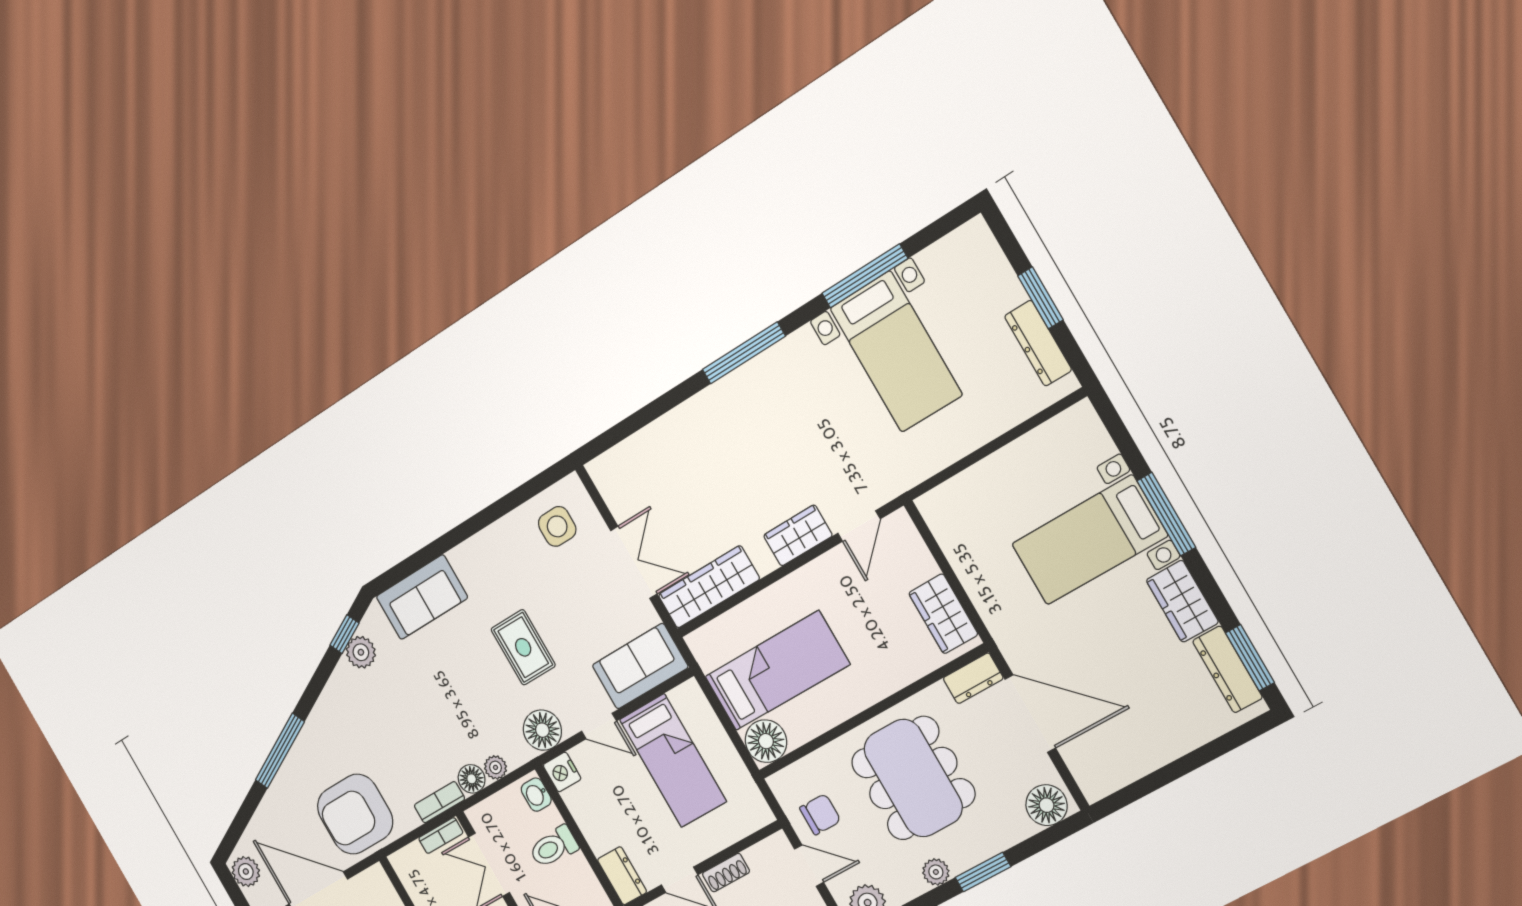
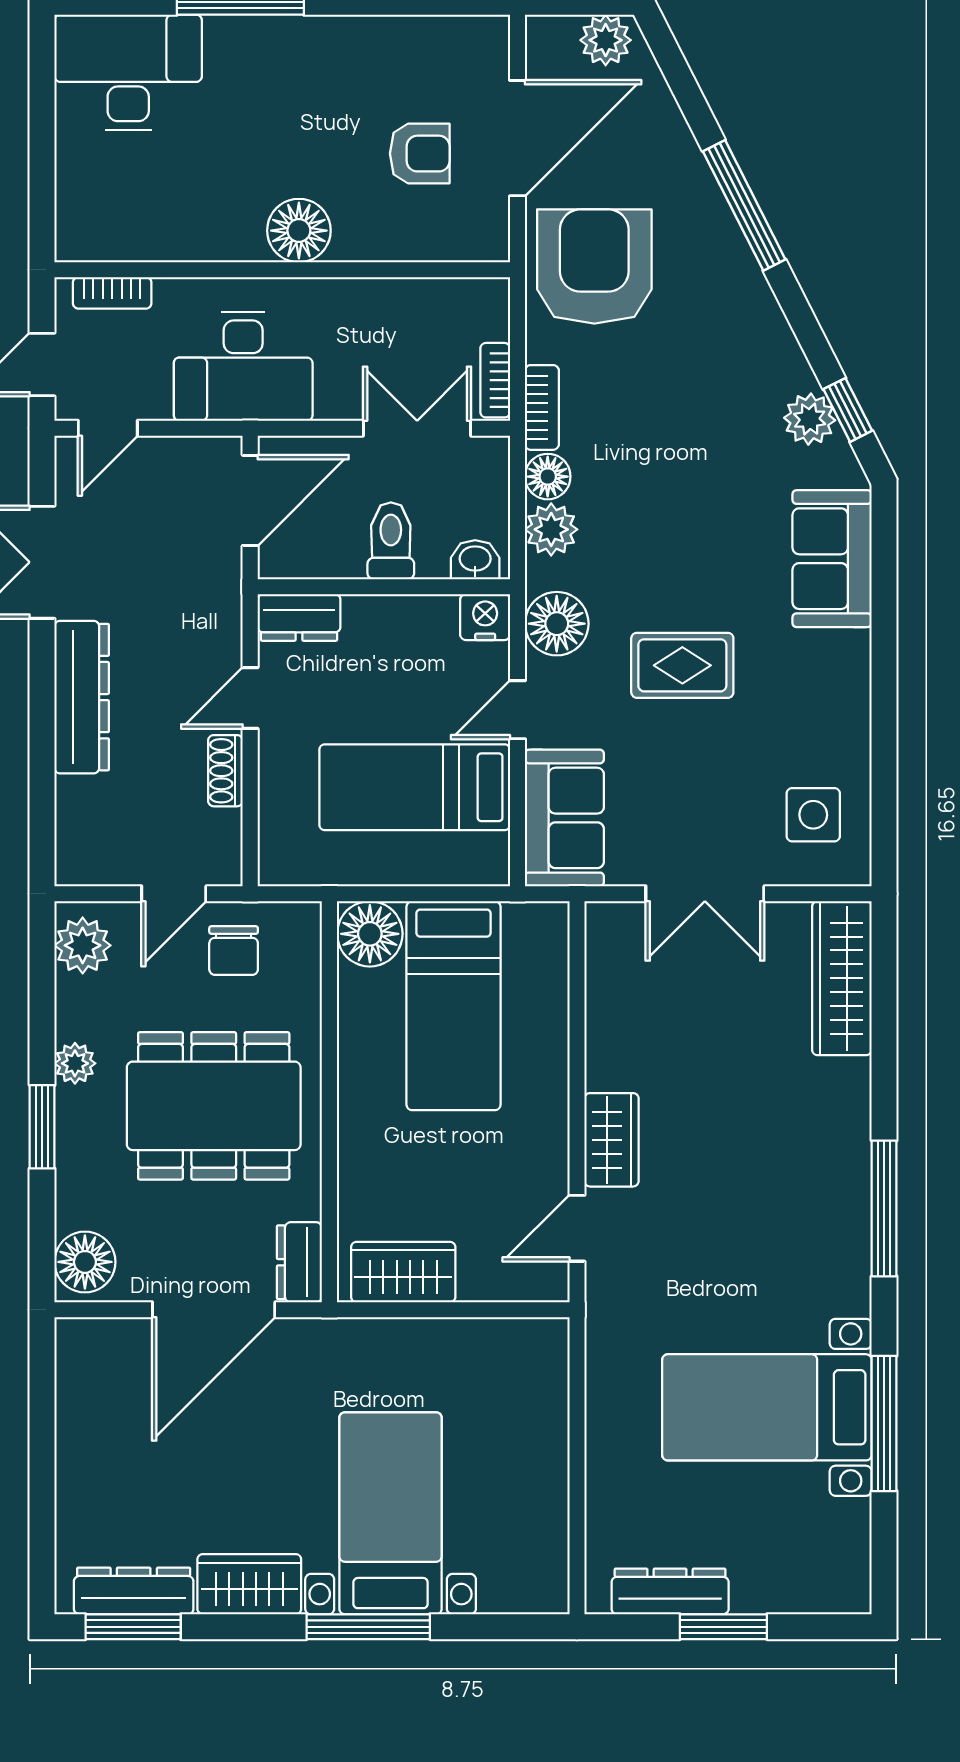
door: (859, 526) -> (577, 1228), hinge flipped
wardrobe: (709, 587) -> (842, 978), moved, turned 180
plant: (495, 767) -> (551, 529), width x1.38, depth x1.38

